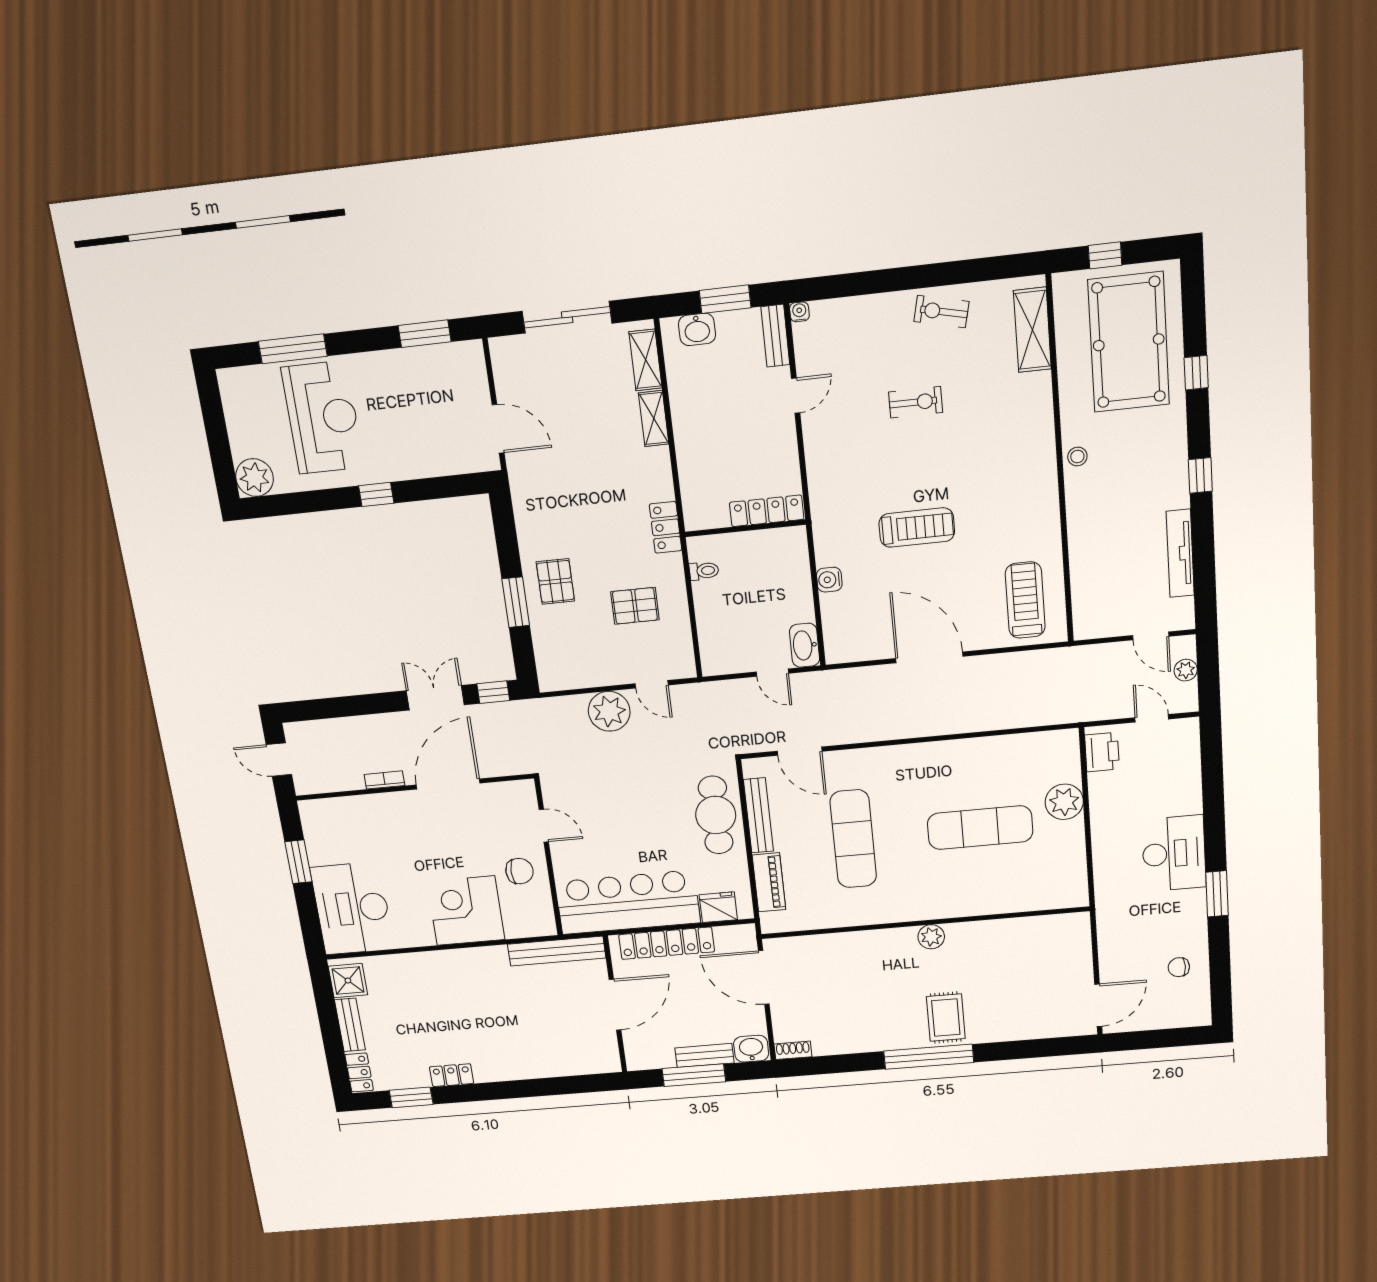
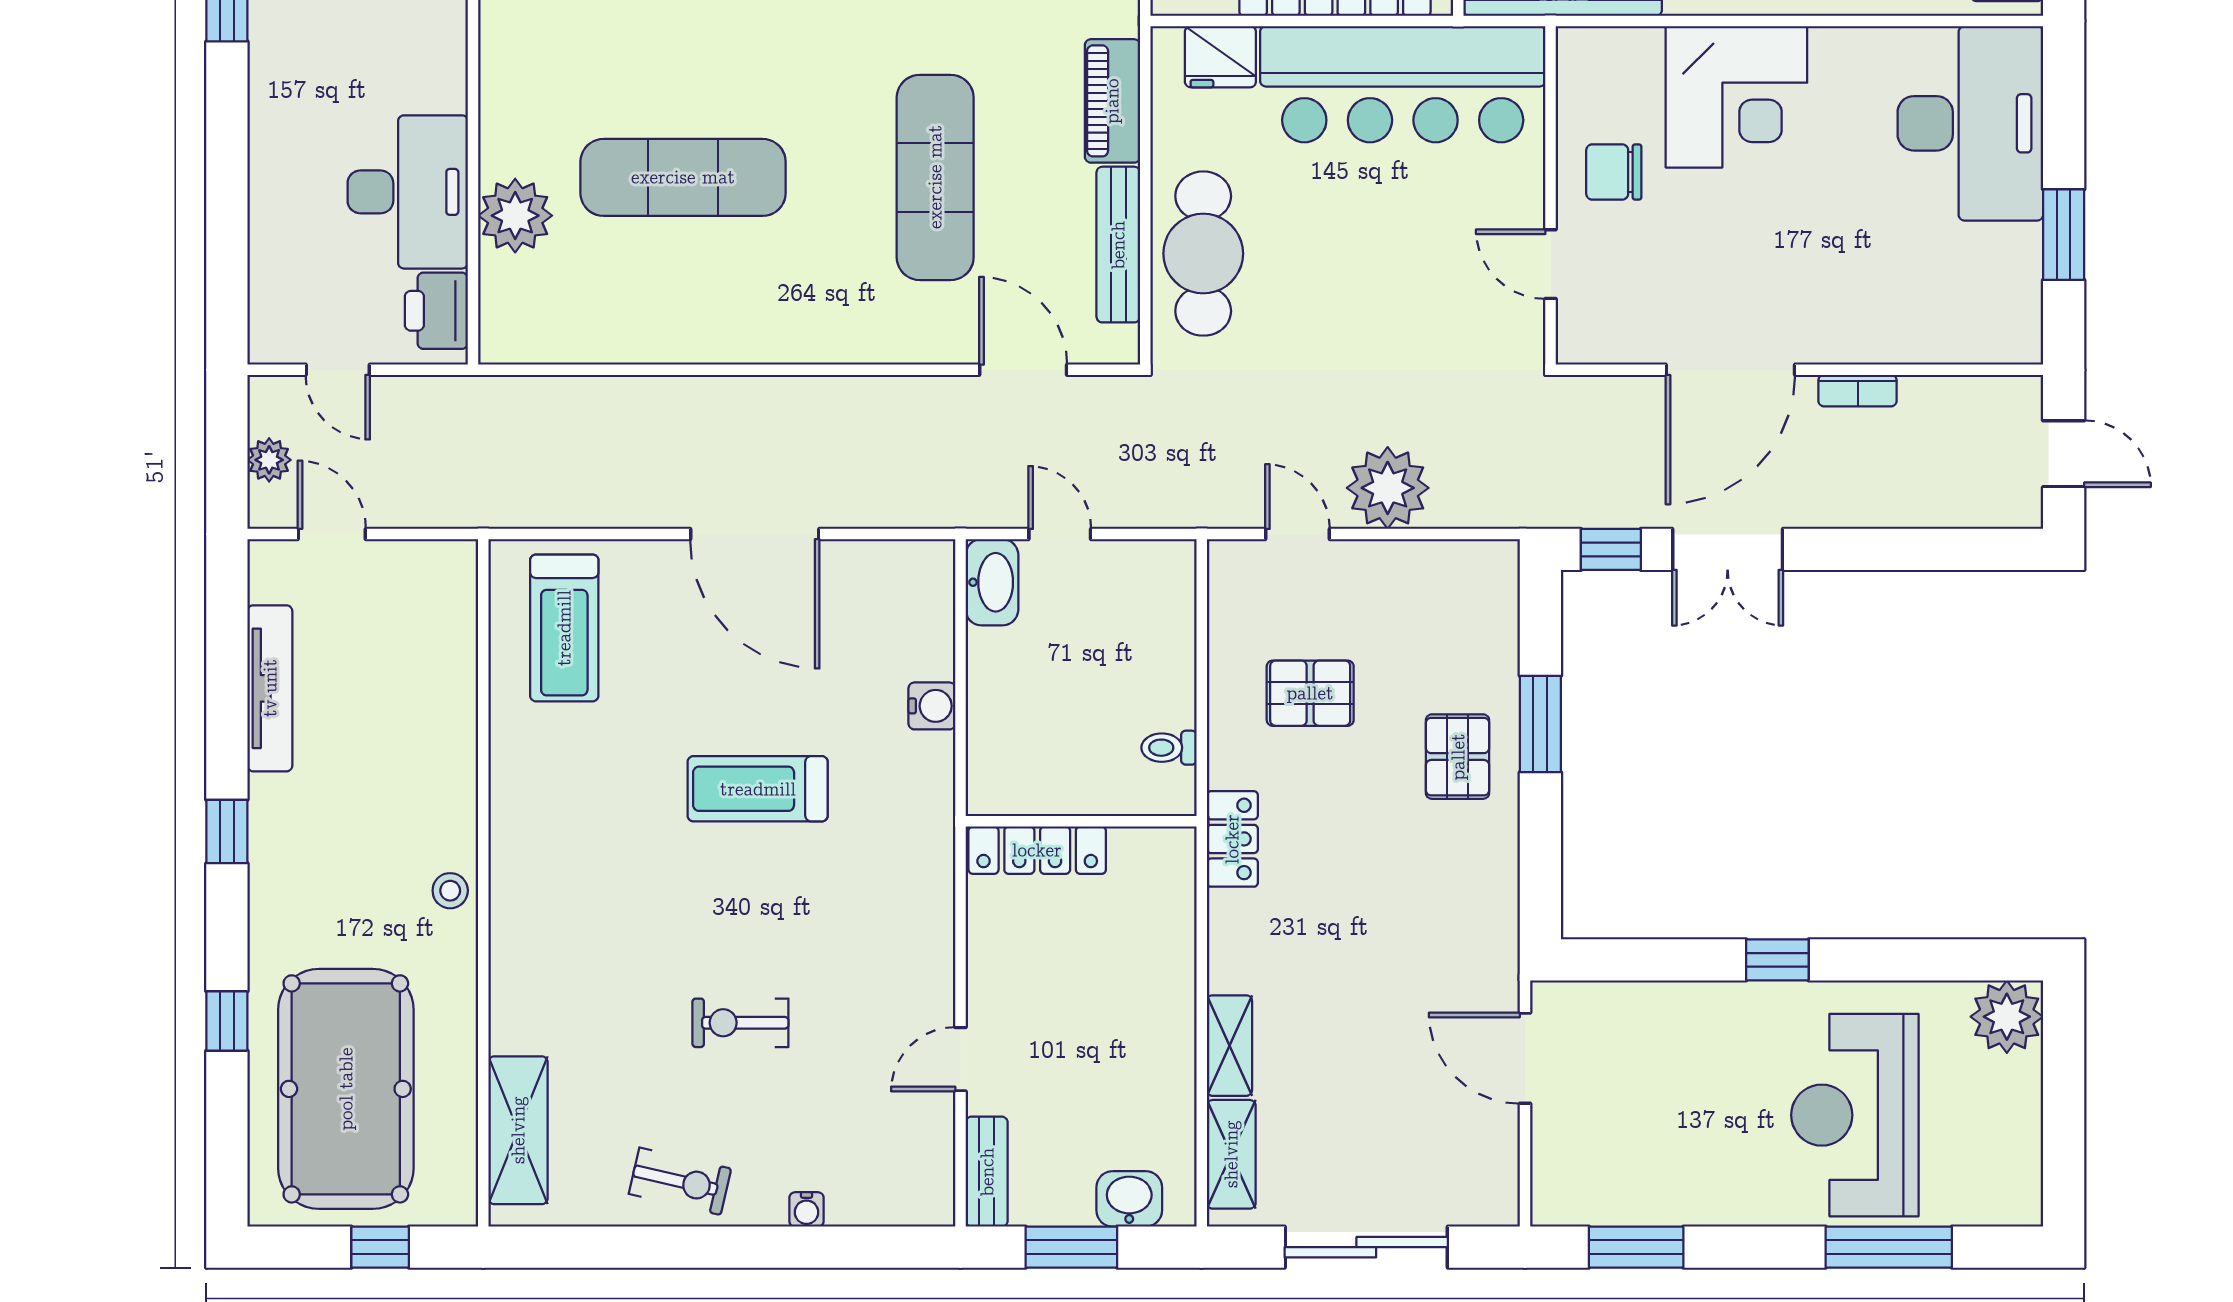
water cooler: (799, 312) -> (807, 1209), moved
desk: (1174, 853) -> (408, 192), moved, turned 180

